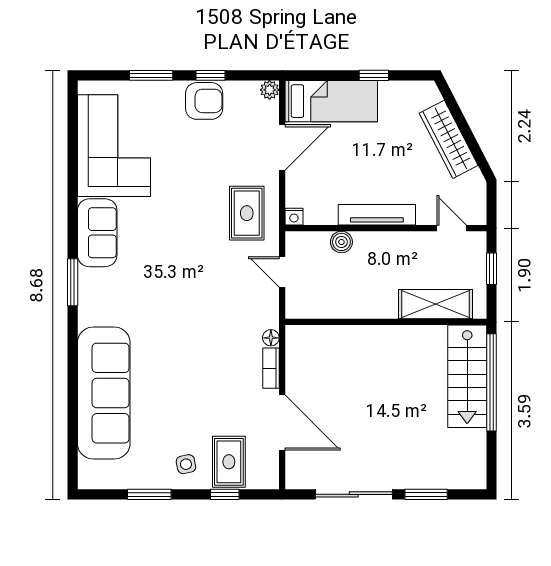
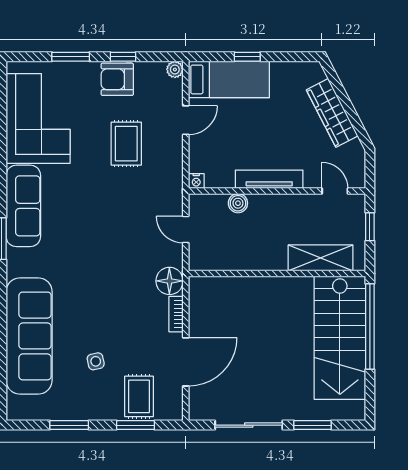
window: (374, 75) -> (247, 57), moved
armchair: (204, 101) -> (117, 79), turned 180
door: (282, 147) -> (186, 120), width x0.73
rug: (247, 213) -> (126, 144), moved
sofa: (97, 233) -> (23, 206), width x1.36
floor lamp: (271, 338) -> (169, 281), width x1.89, depth x1.89
stairs: (467, 376) -> (340, 338), width x1.36, depth x1.51
door: (282, 422) -> (186, 362), hinge flipped
side table: (186, 464) -> (96, 361), moved
window: (225, 494) -> (135, 425), width x1.50

